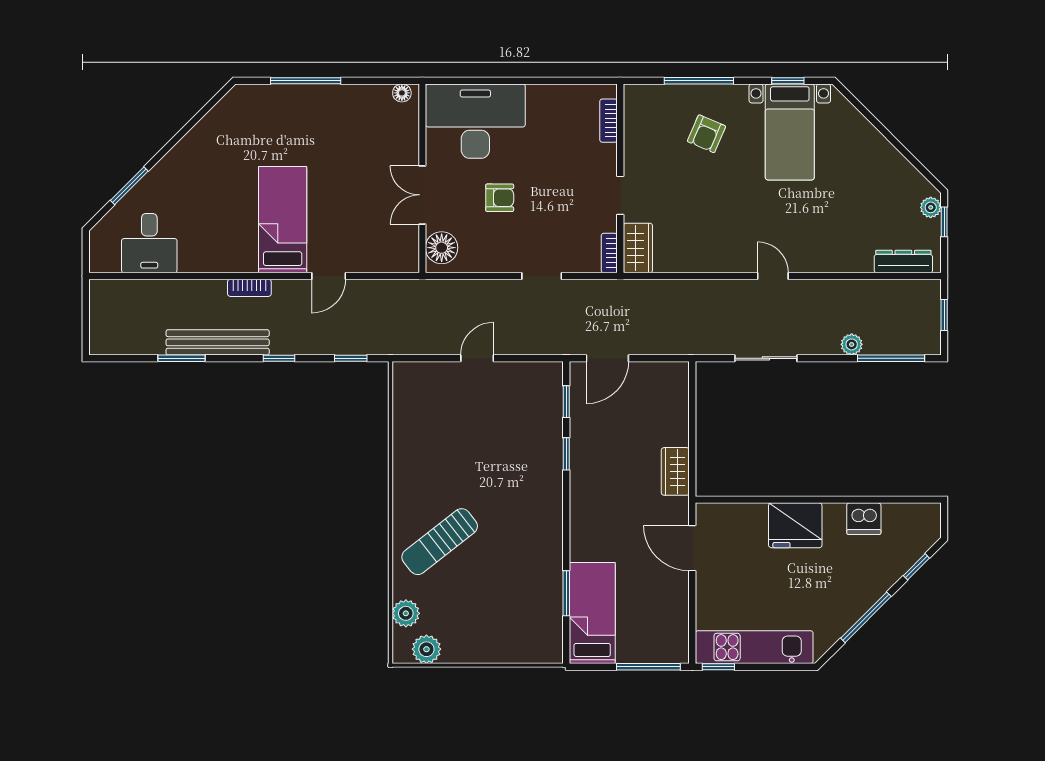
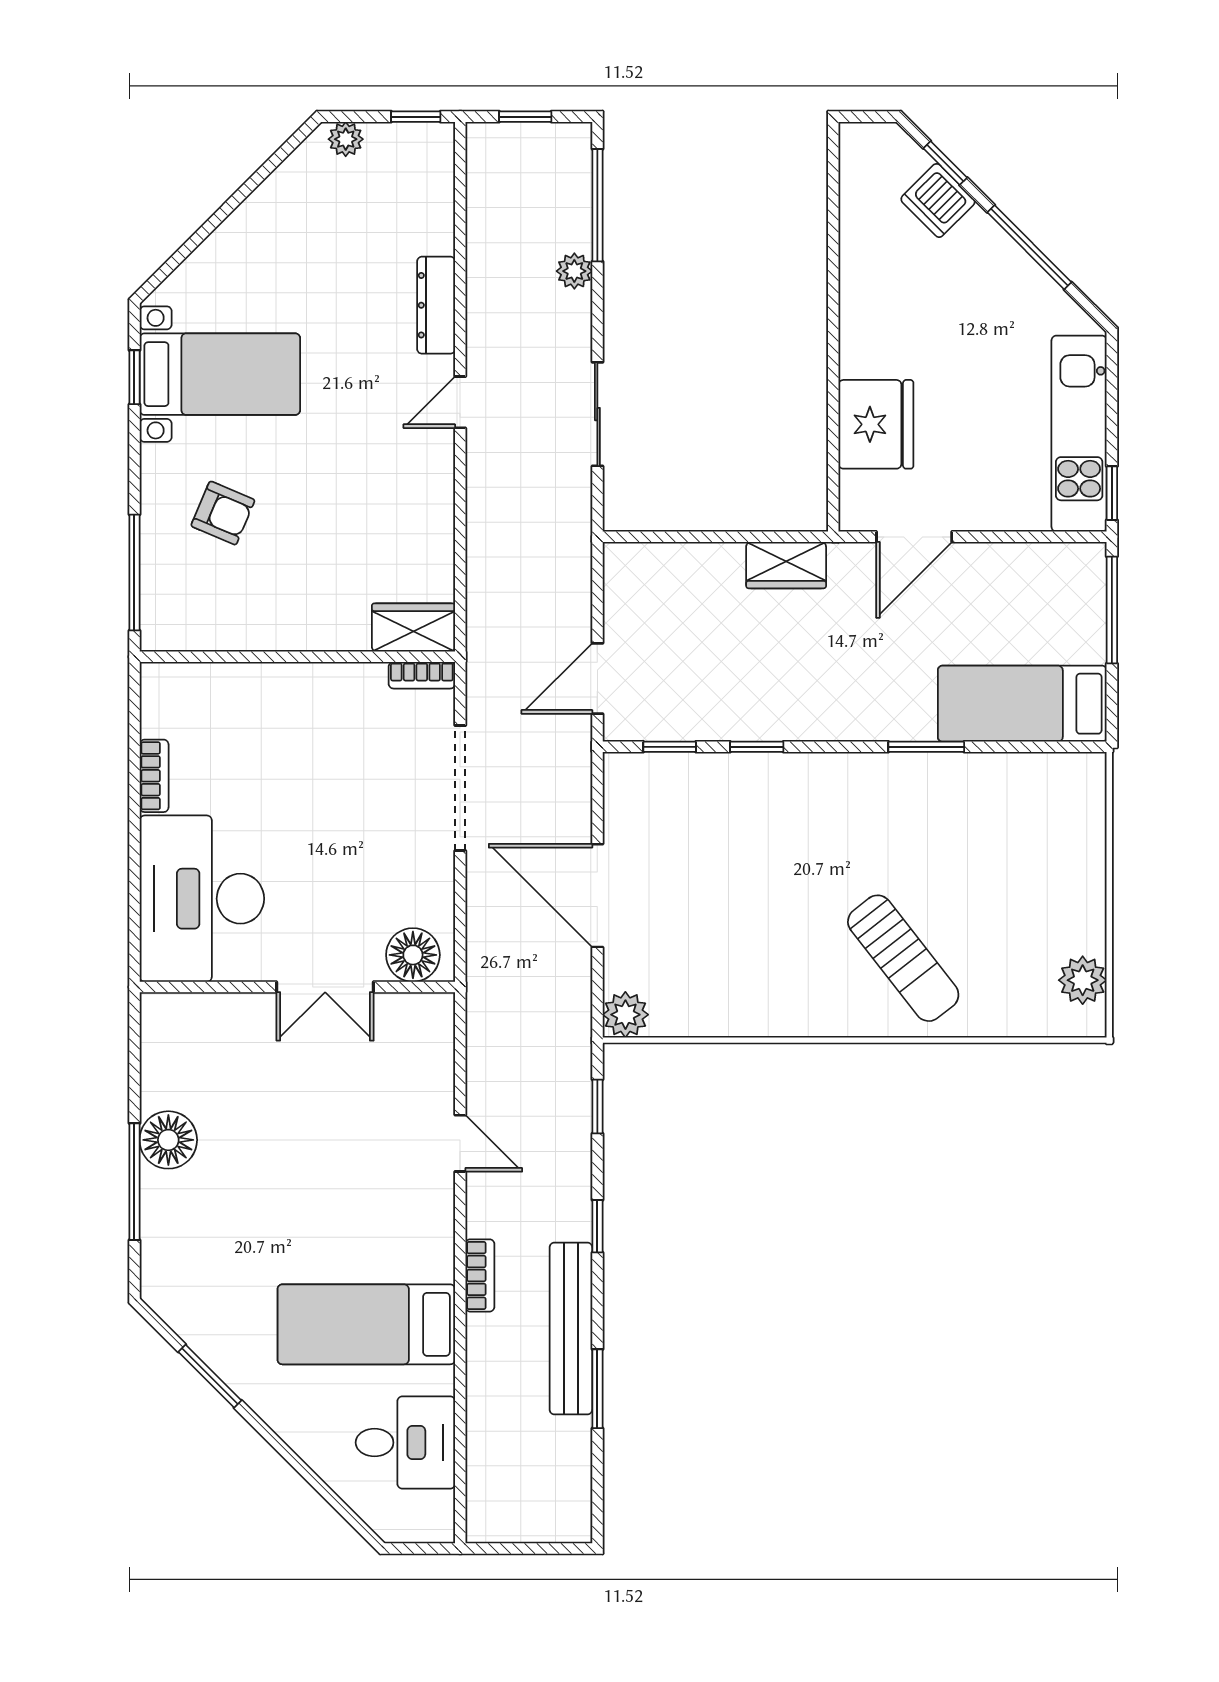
window: (699, 81) -> (134, 573), moved
floor lamp: (402, 93) -> (168, 1140), moved, width x1.89, depth x1.89
bookcase: (609, 121) -> (154, 776), moved, turned -90
window: (129, 186) -> (210, 1376), moved
doorway: (620, 195) -> (326, 657), removed
armchair: (500, 198) -> (330, 858), removed
bed: (283, 220) -> (366, 1324), moved
window: (944, 222) -> (416, 117), moved
dresser: (903, 262) -> (436, 305), moved
doorway: (542, 276) -> (460, 788), width x1.88
door: (477, 358) -> (597, 896), width x1.87
door: (607, 358) -> (597, 678), swing flipped
dishwasher: (864, 519) -> (938, 200), moved, turned 135
fridge: (795, 525) -> (876, 424), moved
window: (566, 593) -> (926, 747), moved
plant: (406, 613) -> (625, 1015), moved

